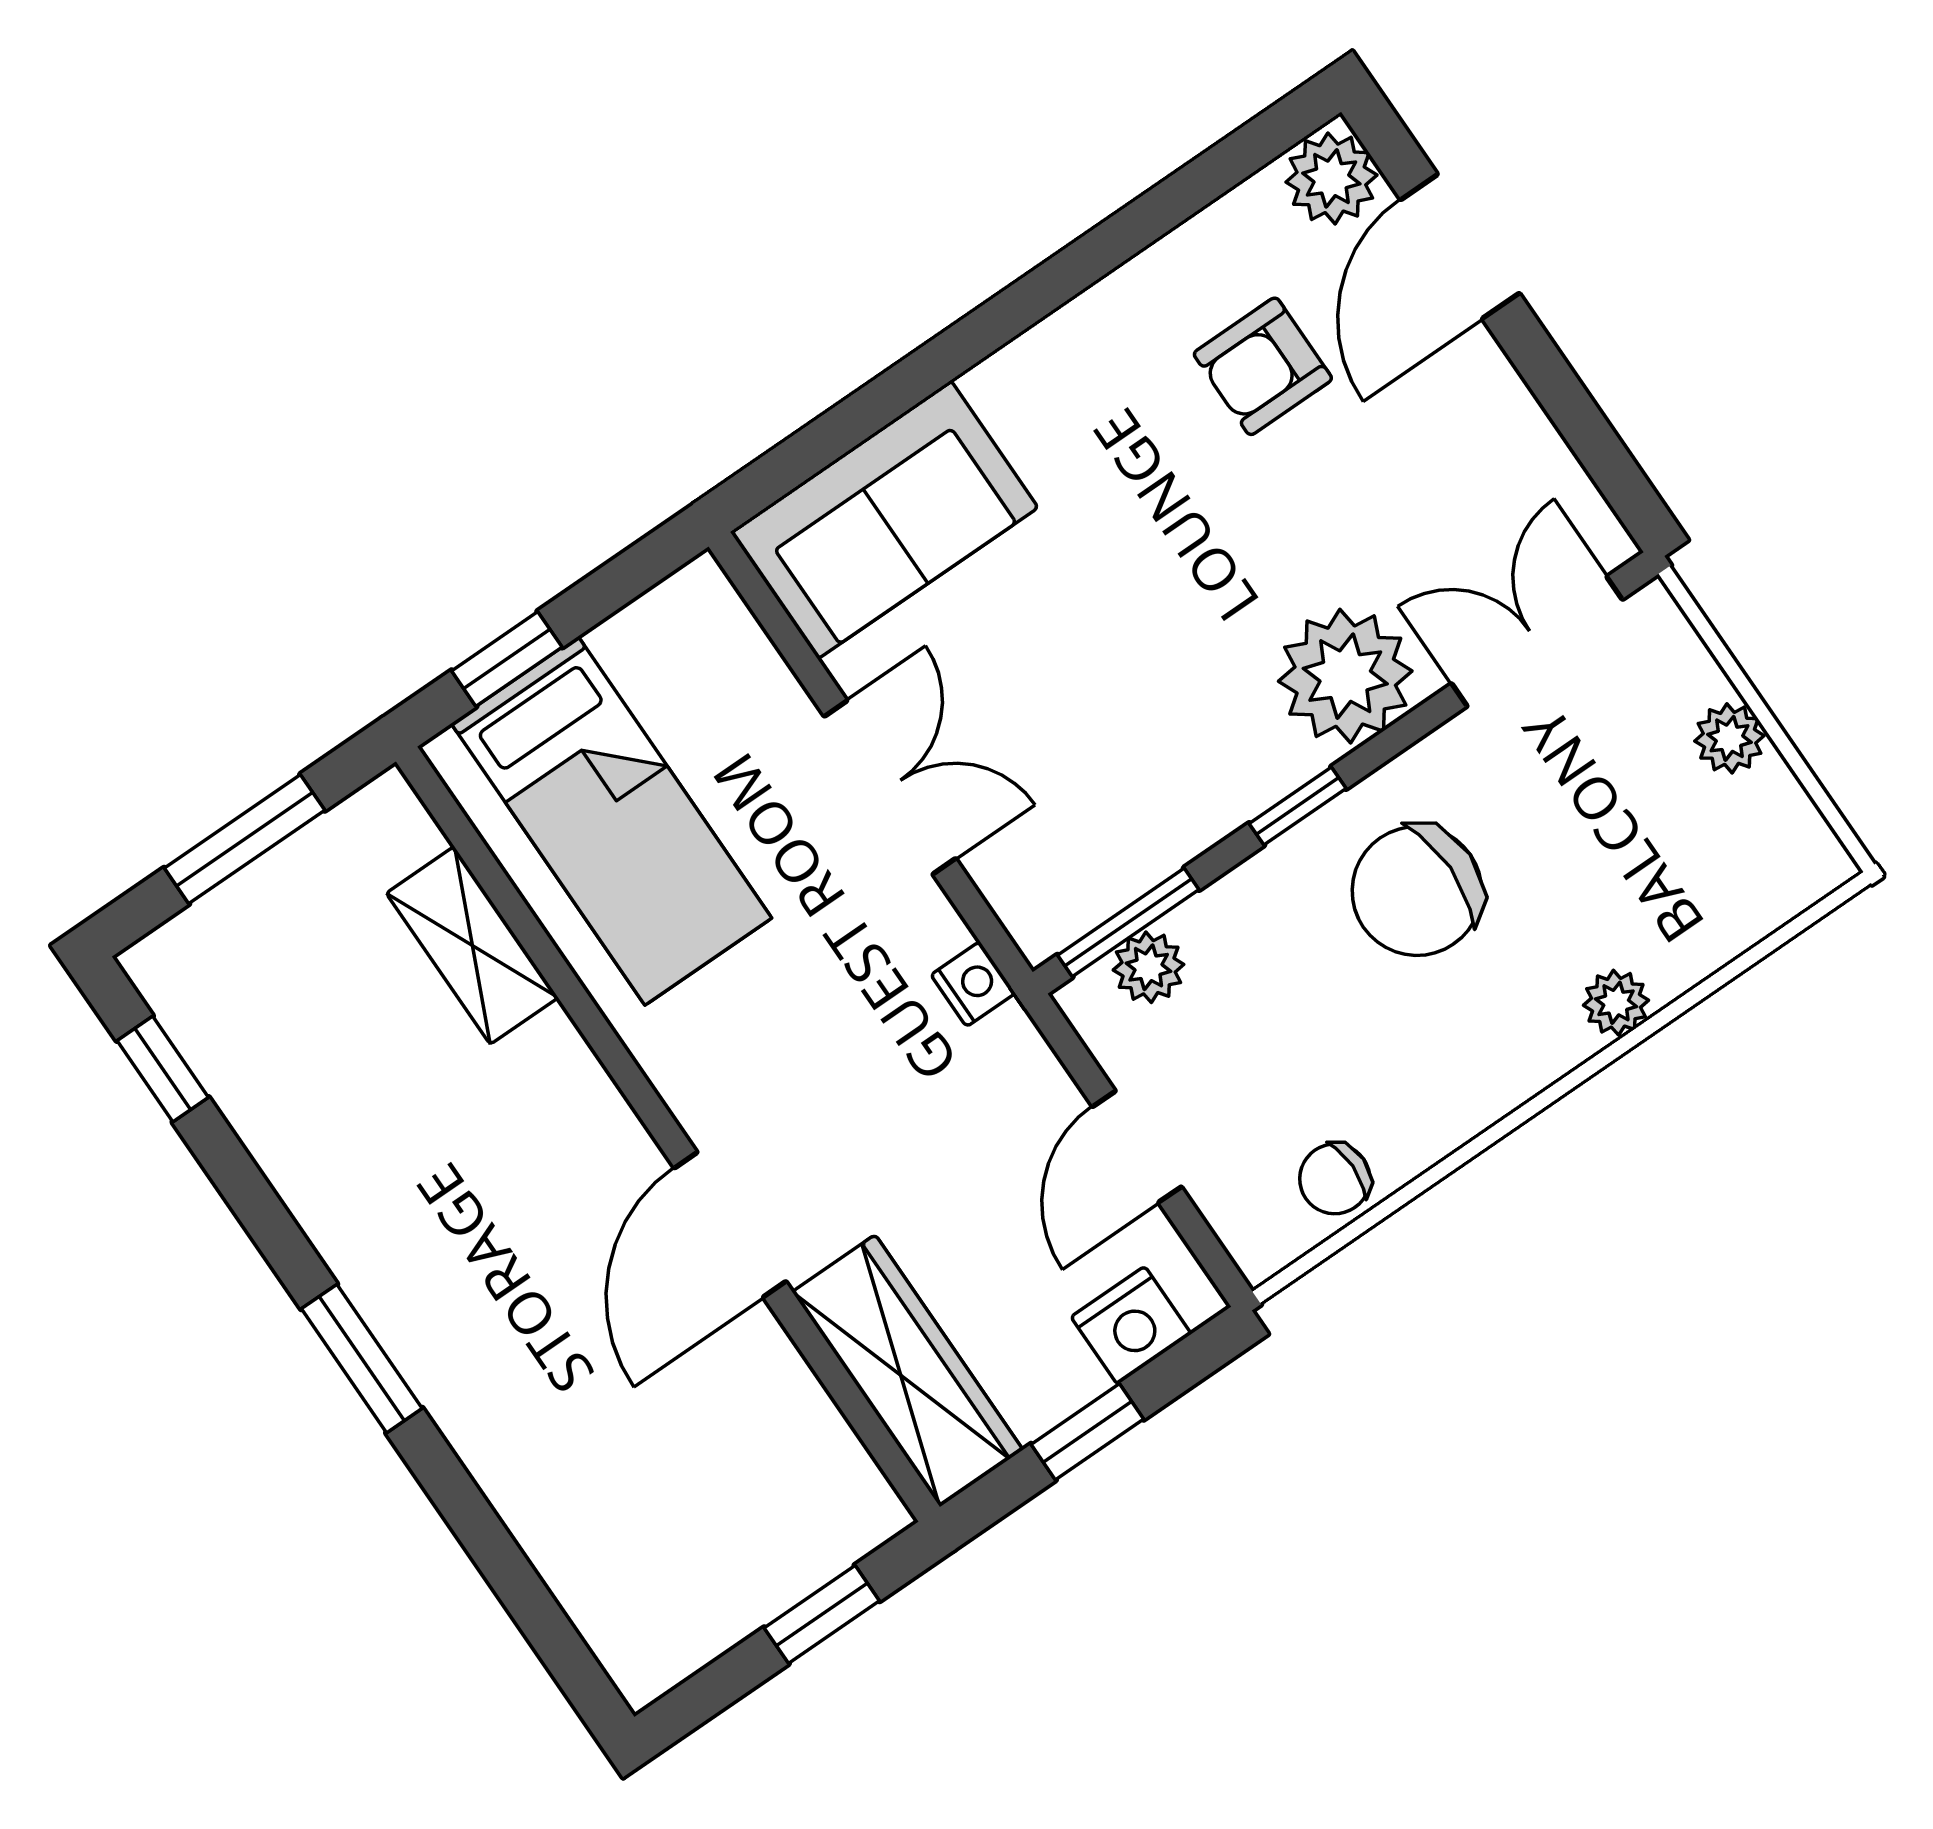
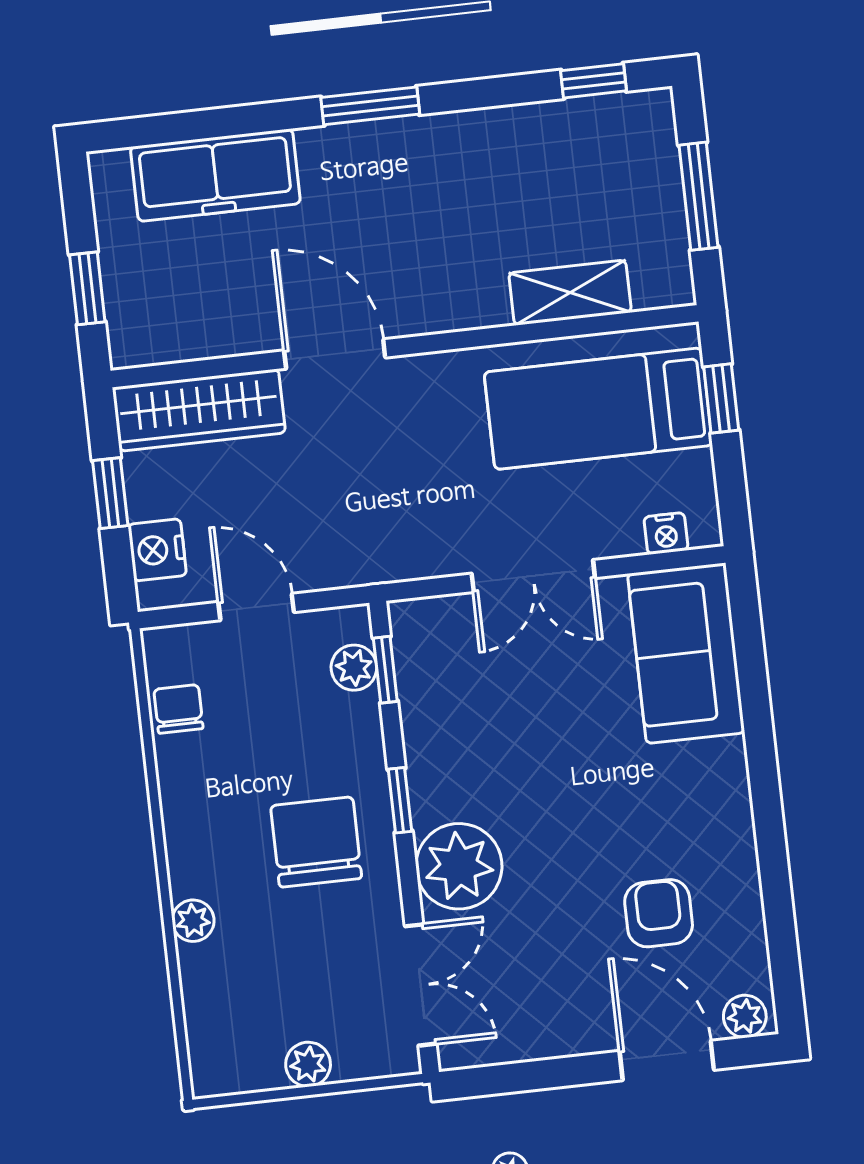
plant: (1331, 178) -> (745, 1016), width x0.73, depth x0.73
window: (1128, 922) -> (385, 670), width x0.67
nightstand: (973, 984) -> (666, 533), moved
freezer: (571, 1521) -> (215, 175), added

